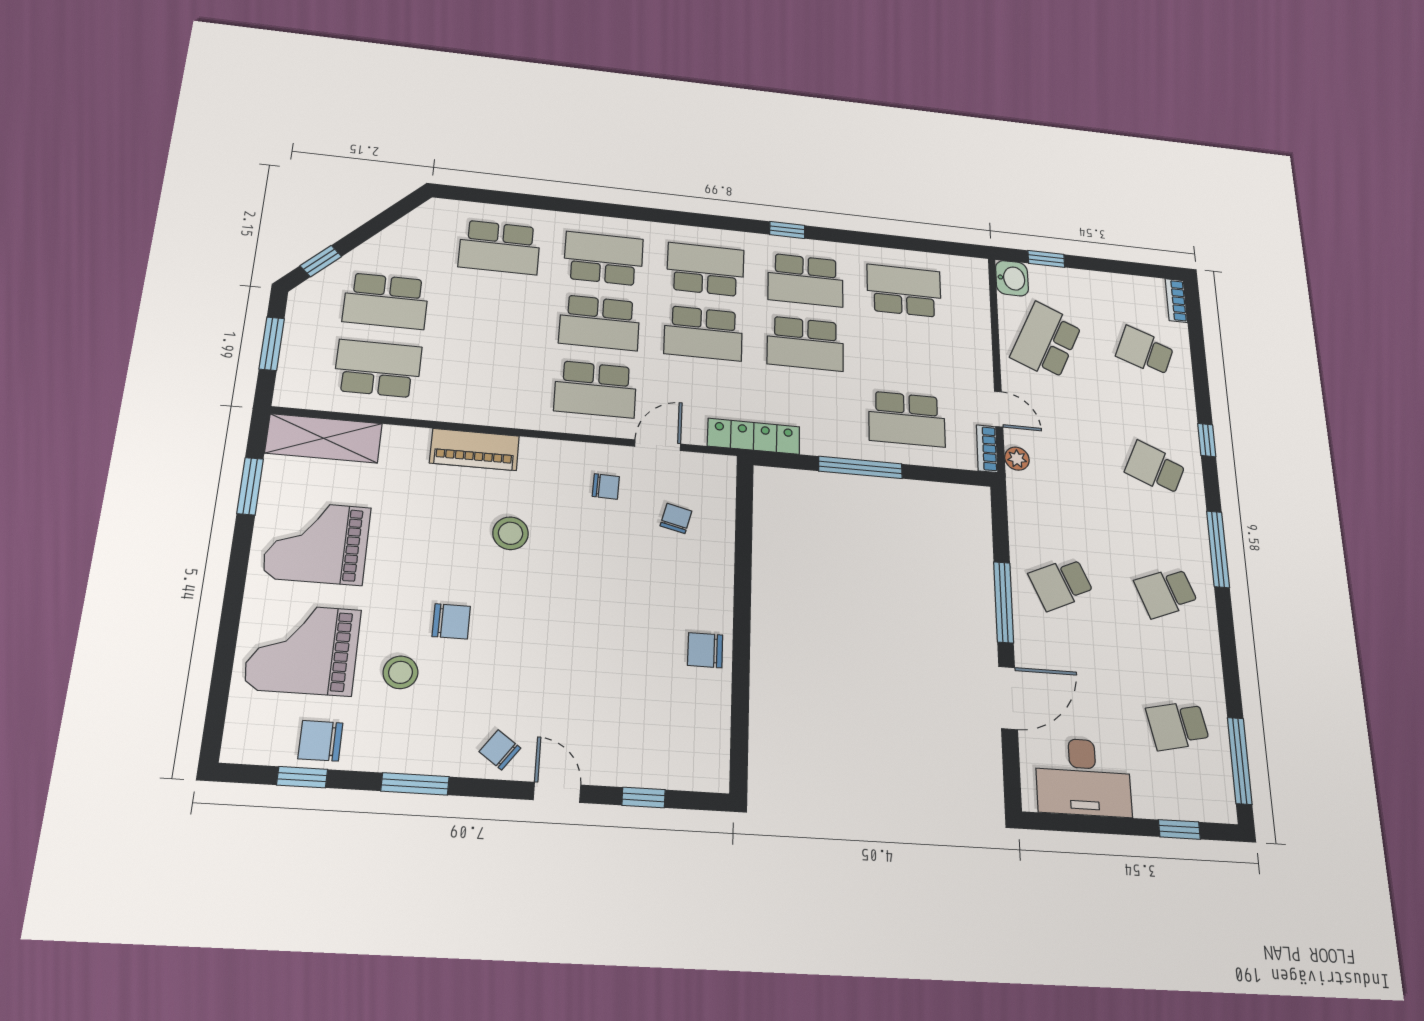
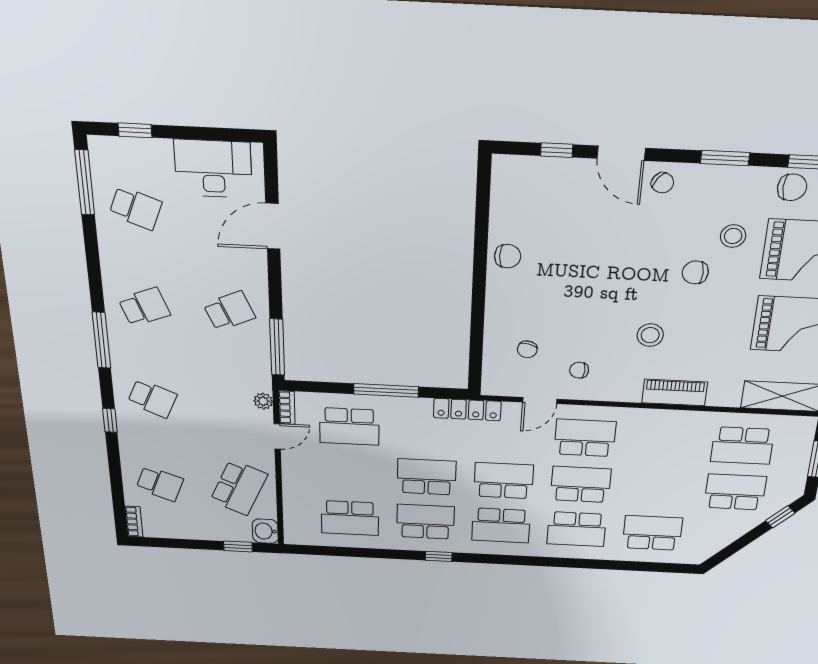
door: (999, 409) -> (277, 436), swing flipped
school desk: (907, 419) -> (349, 426), turned 180
window: (1004, 602) -> (277, 347), moved
school desk: (1178, 726) -> (136, 208), turned 33
door: (557, 792) -> (621, 153), width x1.37

